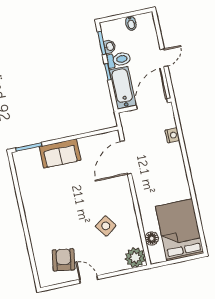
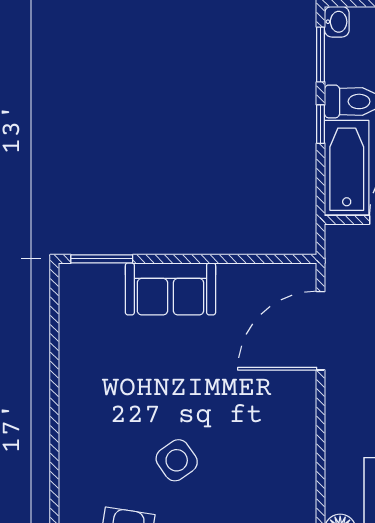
washbasin: (110, 47) -> (337, 22), moved
side table: (106, 226) -> (177, 460), moved

